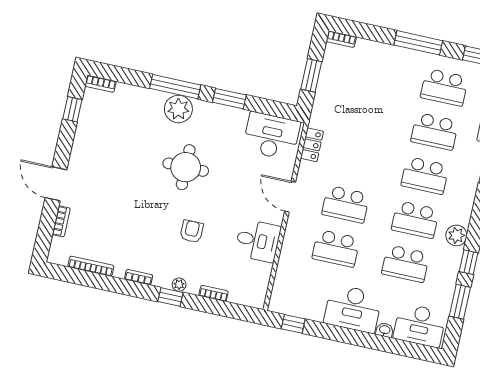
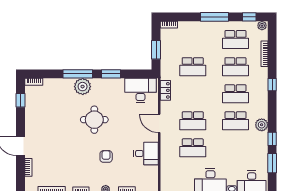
school desk: (406, 264) -> (193, 67), moved

